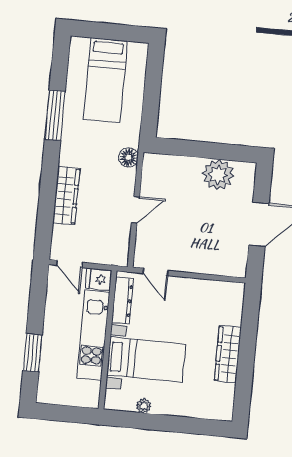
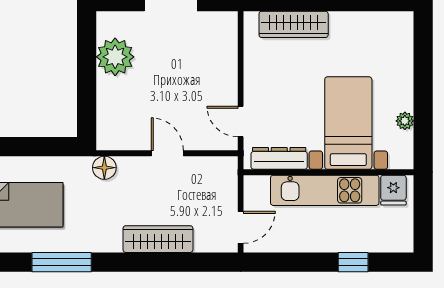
door: (156, 272) -> (241, 122), swing flipped
fridge: (99, 279) -> (393, 190), moved
window: (32, 353) -> (353, 262), width x0.67
wardrobe: (228, 354) -> (294, 24), moved

